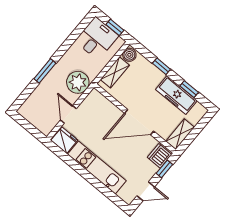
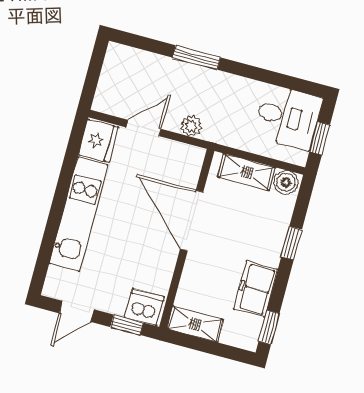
plant: (78, 82) -> (191, 126), width x0.53, depth x0.53
window: (189, 89) -> (269, 327), moved
freezer: (176, 95) -> (256, 289), width x0.71
door: (139, 122) -> (192, 221), moved
door: (146, 191) -> (77, 311), hinge flipped

